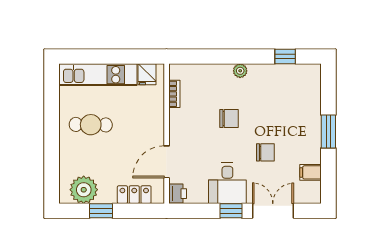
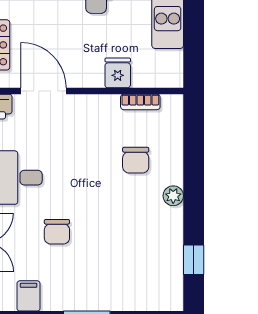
fridge: (147, 74) -> (118, 73), moved, turned 90
chair: (229, 118) -> (136, 160), moved

